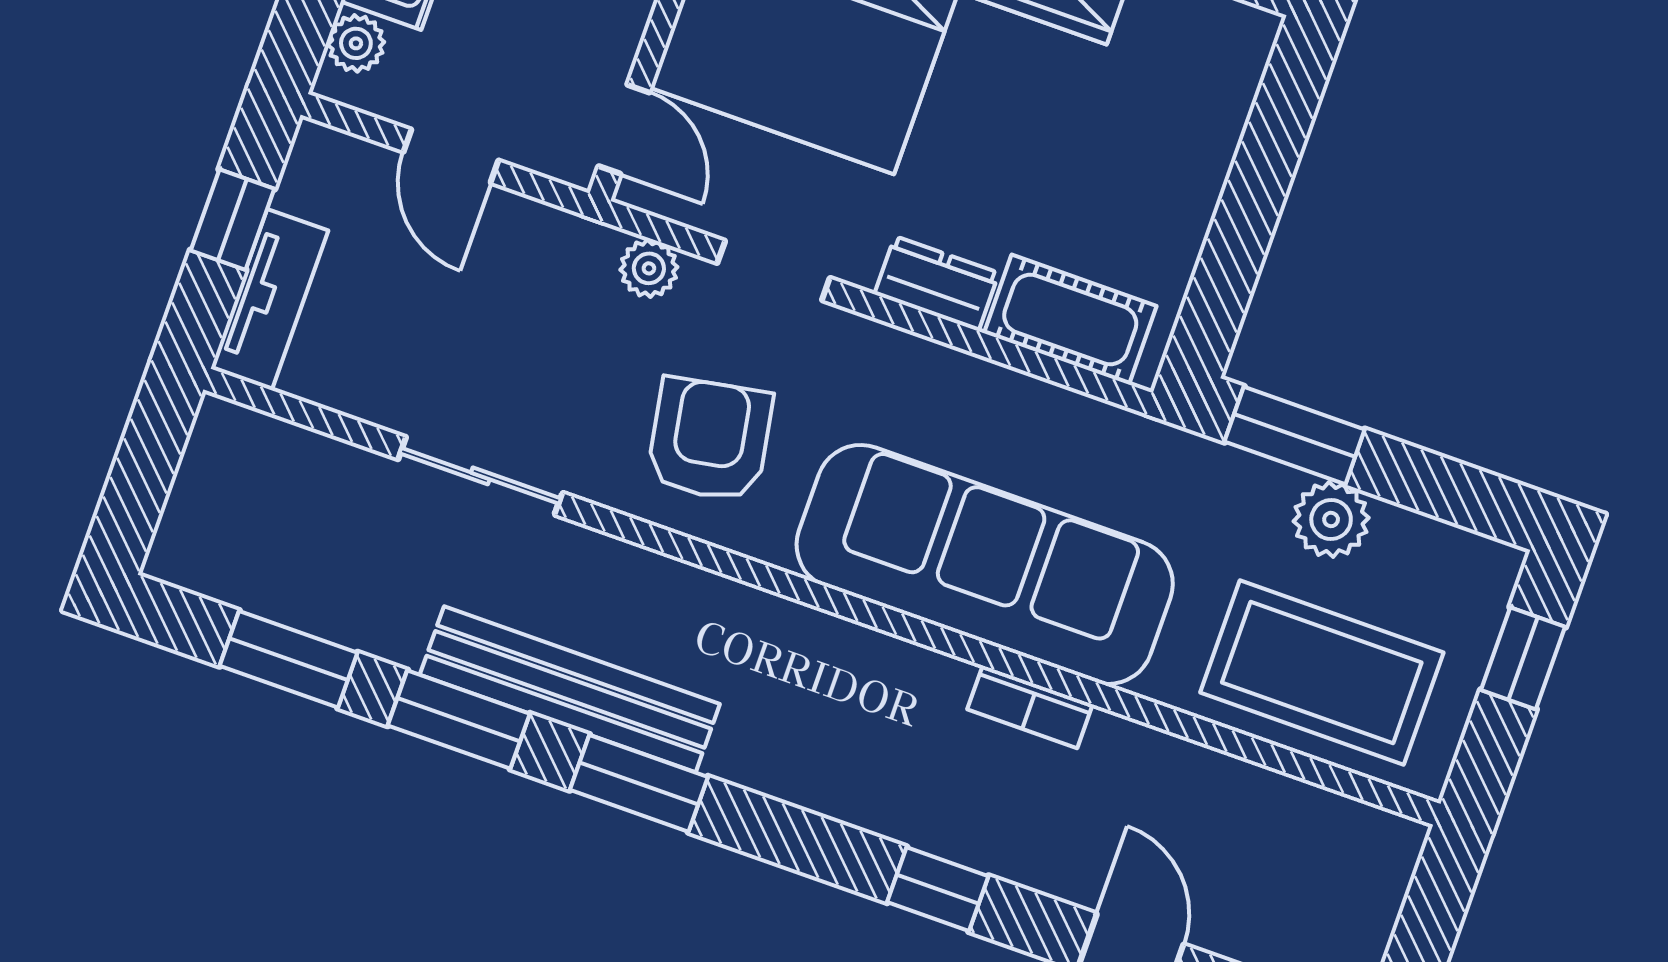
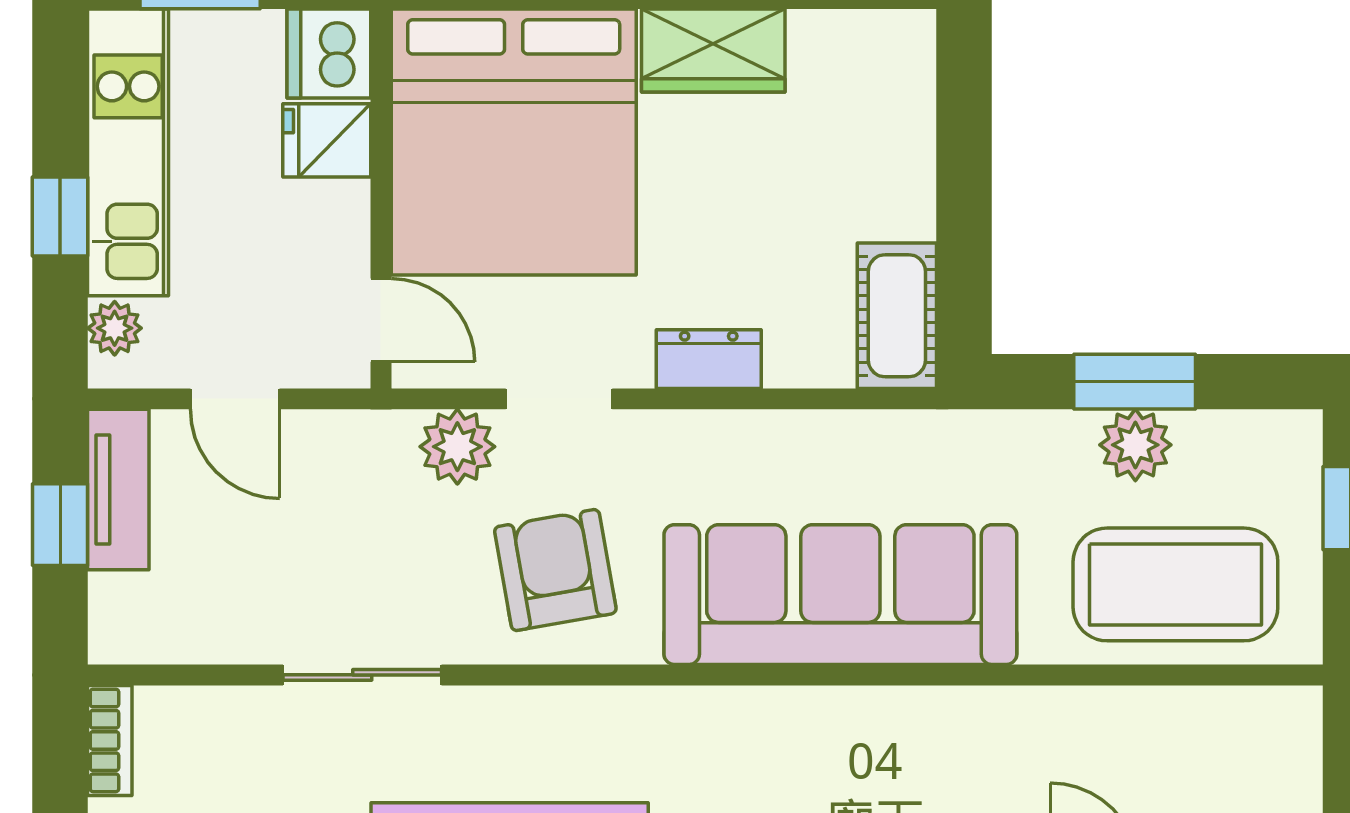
plant: (649, 268) -> (457, 447), width x1.38, depth x1.38
tv unit: (269, 300) -> (118, 490), moved
cot: (1070, 320) -> (897, 316), moved, turned 90
window: (1295, 436) -> (1135, 382), moved
bookcase: (1030, 707) -> (110, 740), moved, turned -90

